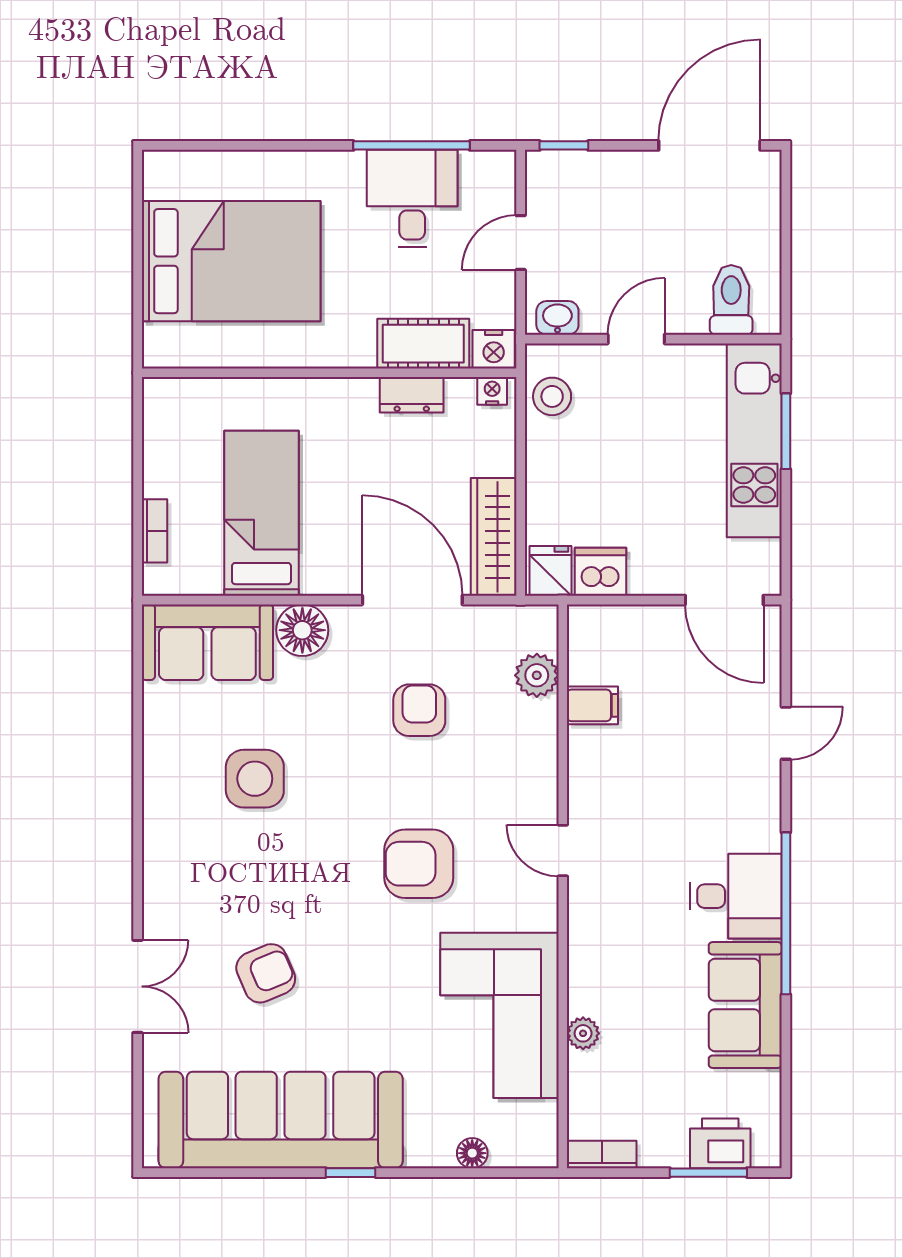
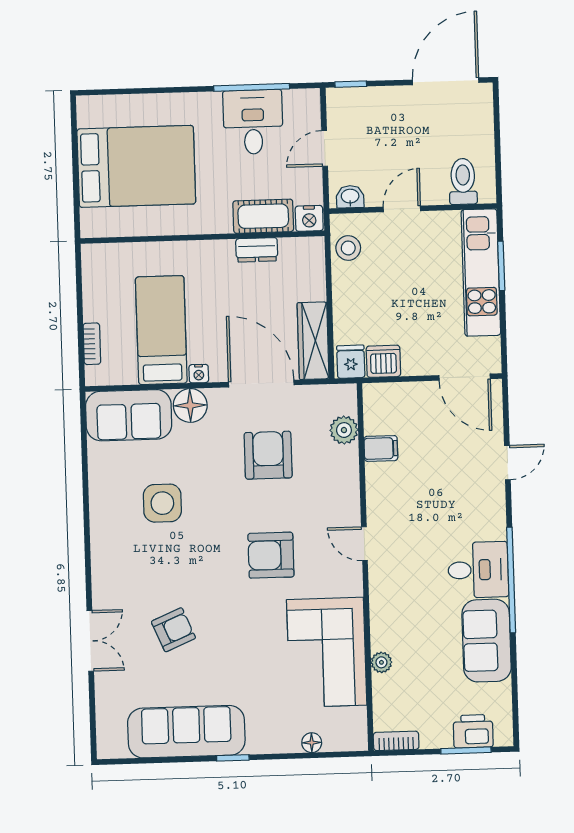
nightstand: (492, 391) -> (199, 374), moved, turned 180
armchair: (419, 710) -> (268, 455), width x1.38, depth x1.38
sofa: (281, 1120) -> (186, 732), width x0.74, depth x0.79

